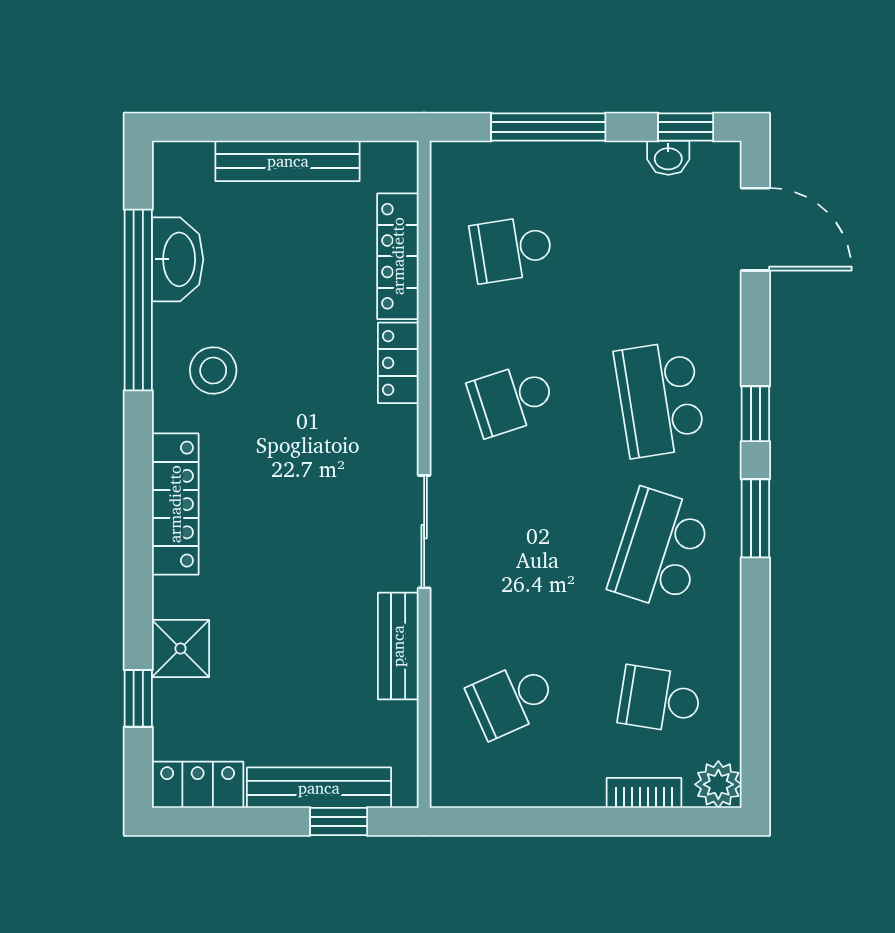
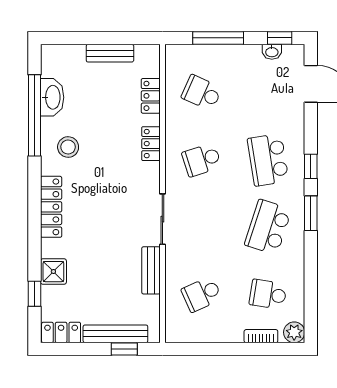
bench: (288, 161) -> (110, 53), width x0.73
school desk: (512, 249) -> (202, 93), turned 33
locker: (398, 256) -> (151, 96), width x0.66

